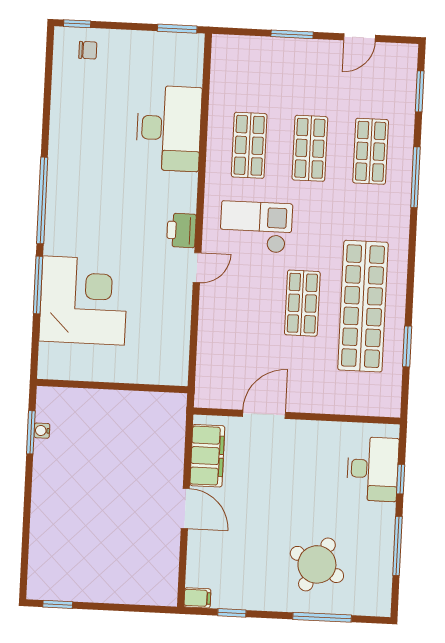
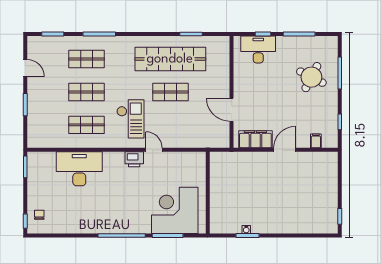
checkout: (256, 227) -> (130, 119), turned 180
wall: (112, 386) -> (208, 193), moved
filing cabinet: (197, 598) -> (316, 141), moved

